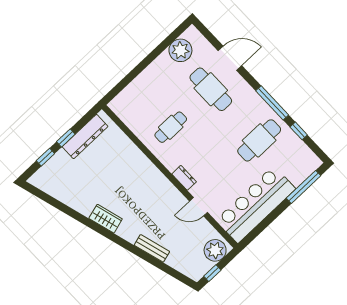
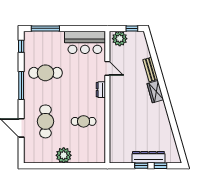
plant: (180, 50) -> (64, 155), moved
window: (299, 131) -> (21, 46), moved
dresser: (85, 137) -> (148, 157), moved
bar counter: (256, 204) -> (85, 42), width x0.73
wardrobe: (106, 219) -> (155, 92), moved

